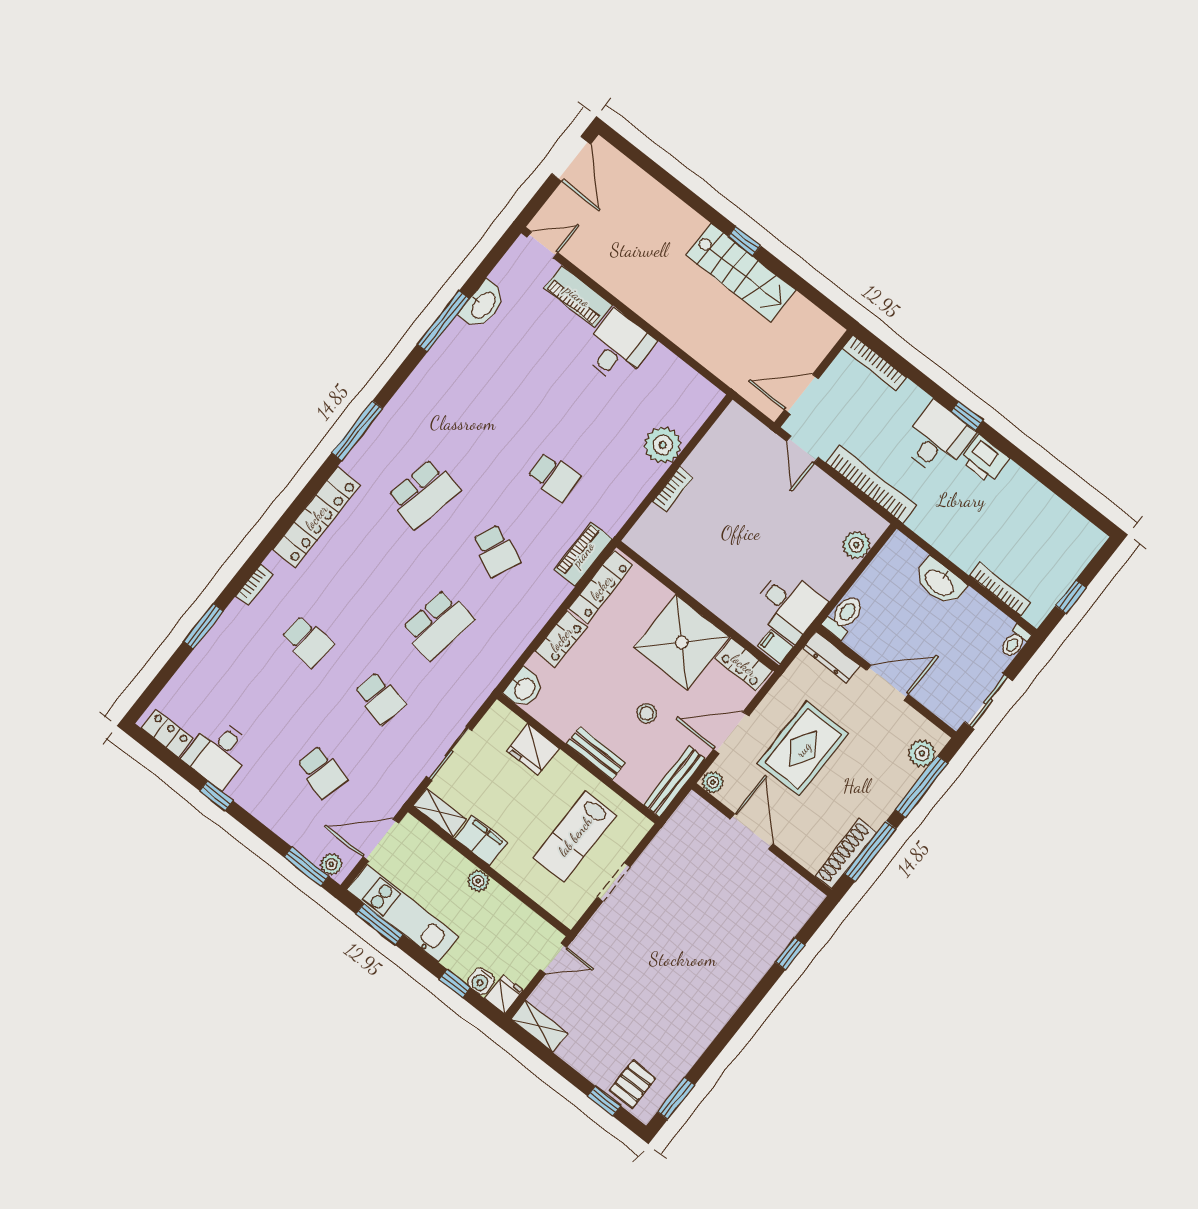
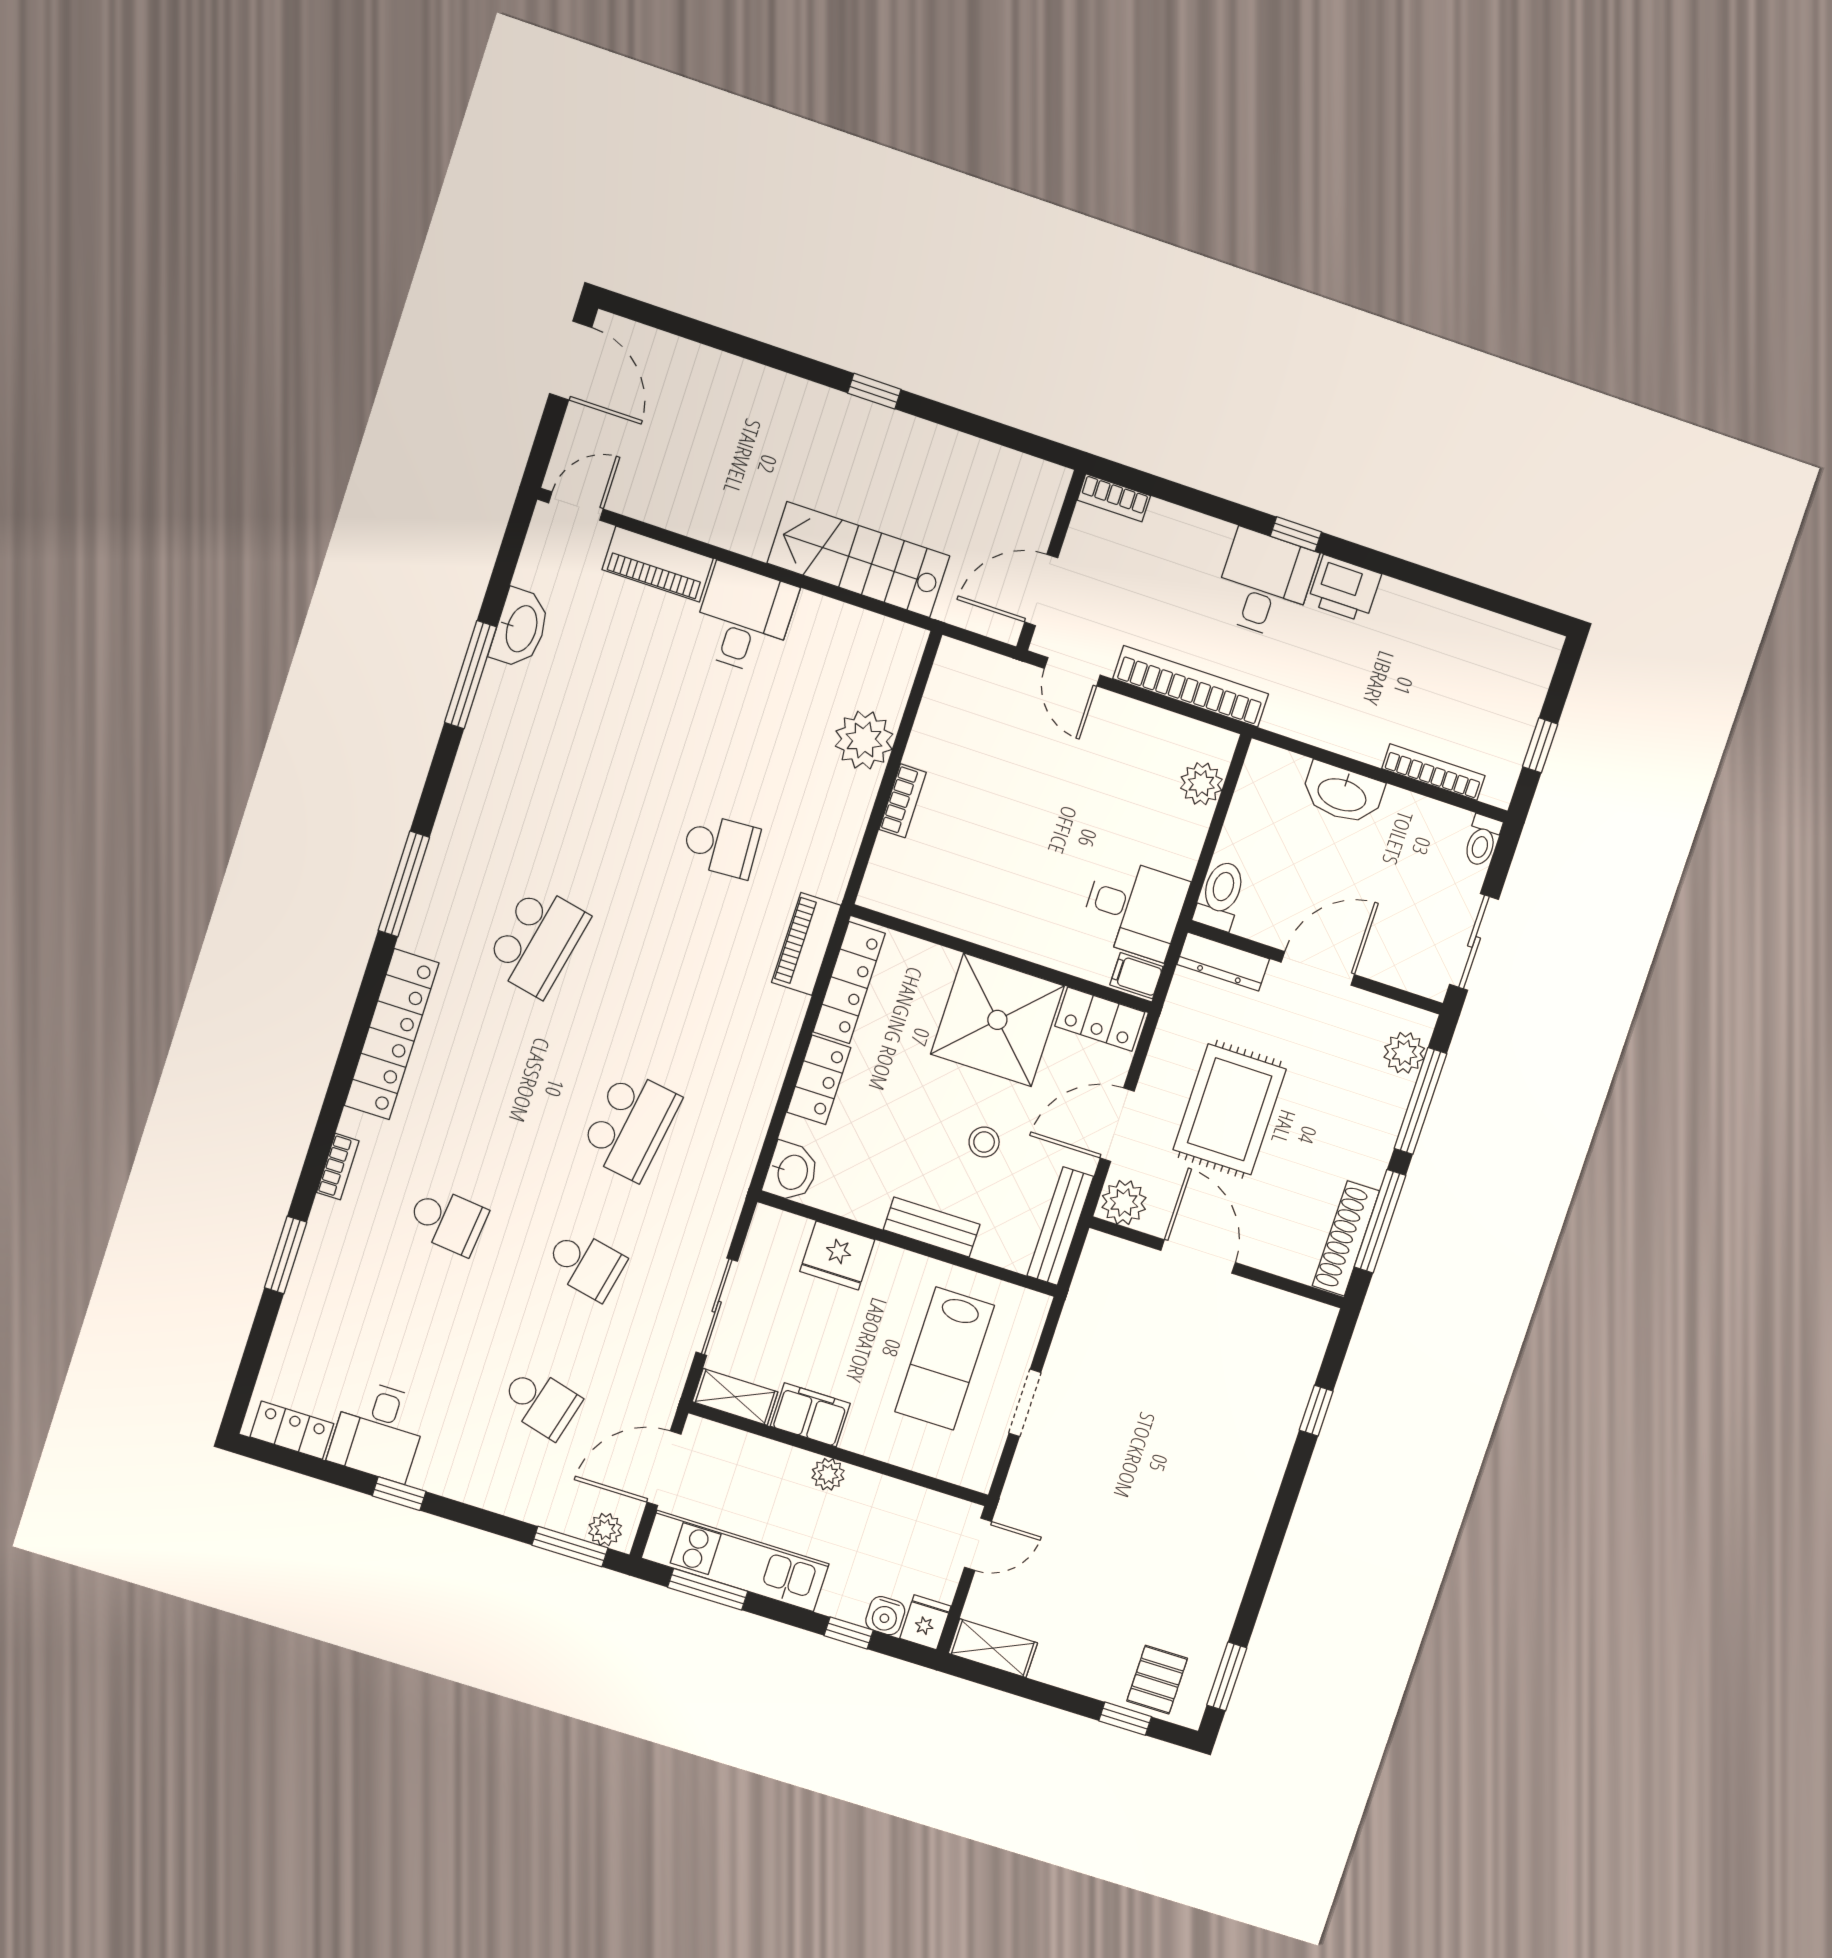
stairs: (741, 273) -> (858, 560), moved, turned 180
bookcase: (874, 363) -> (1114, 498), width x0.64
school desk: (496, 551) -> (676, 986), removed
plant: (713, 782) -> (1124, 1202), width x1.38, depth x1.38

